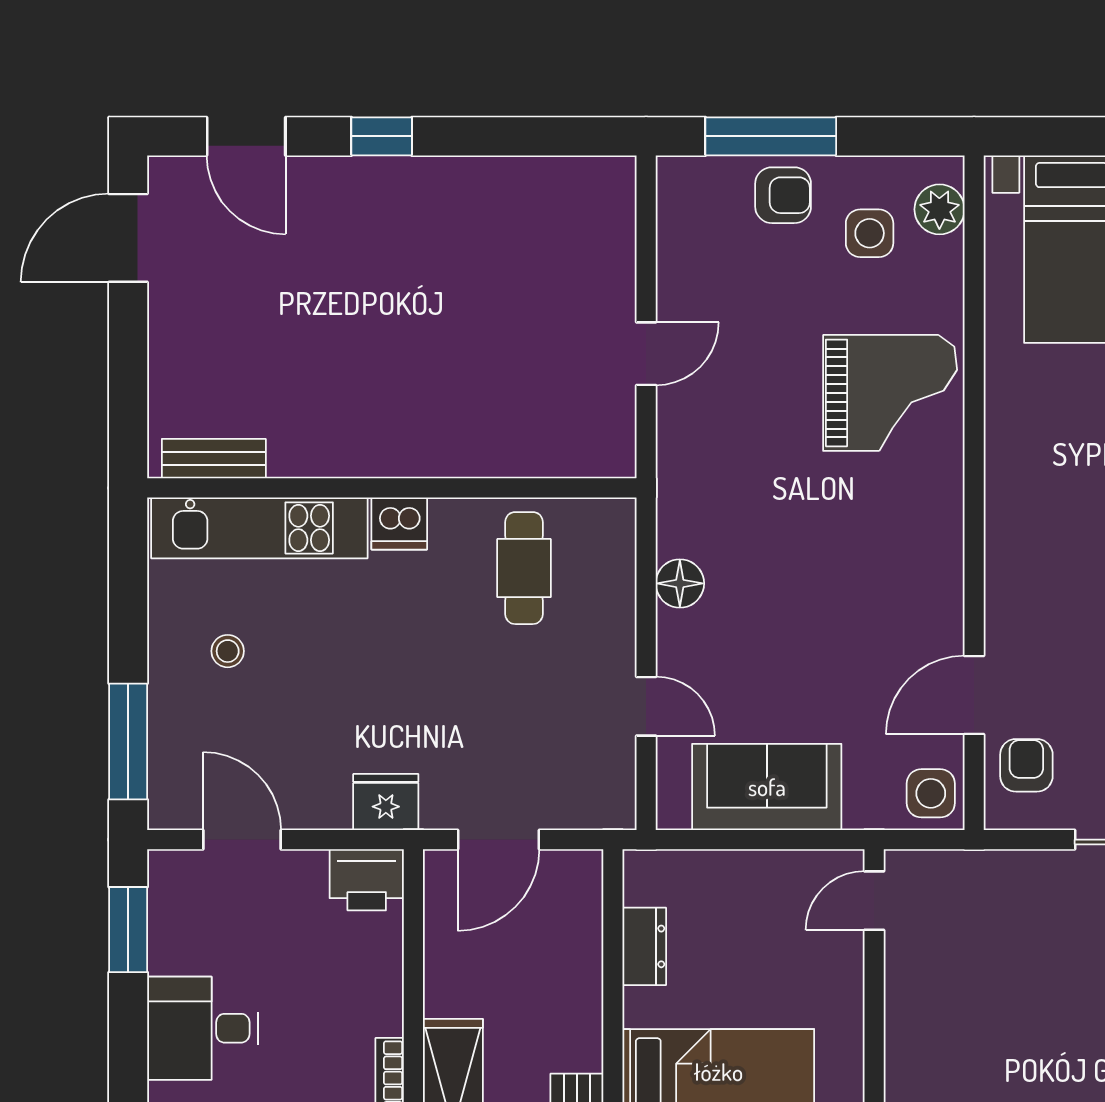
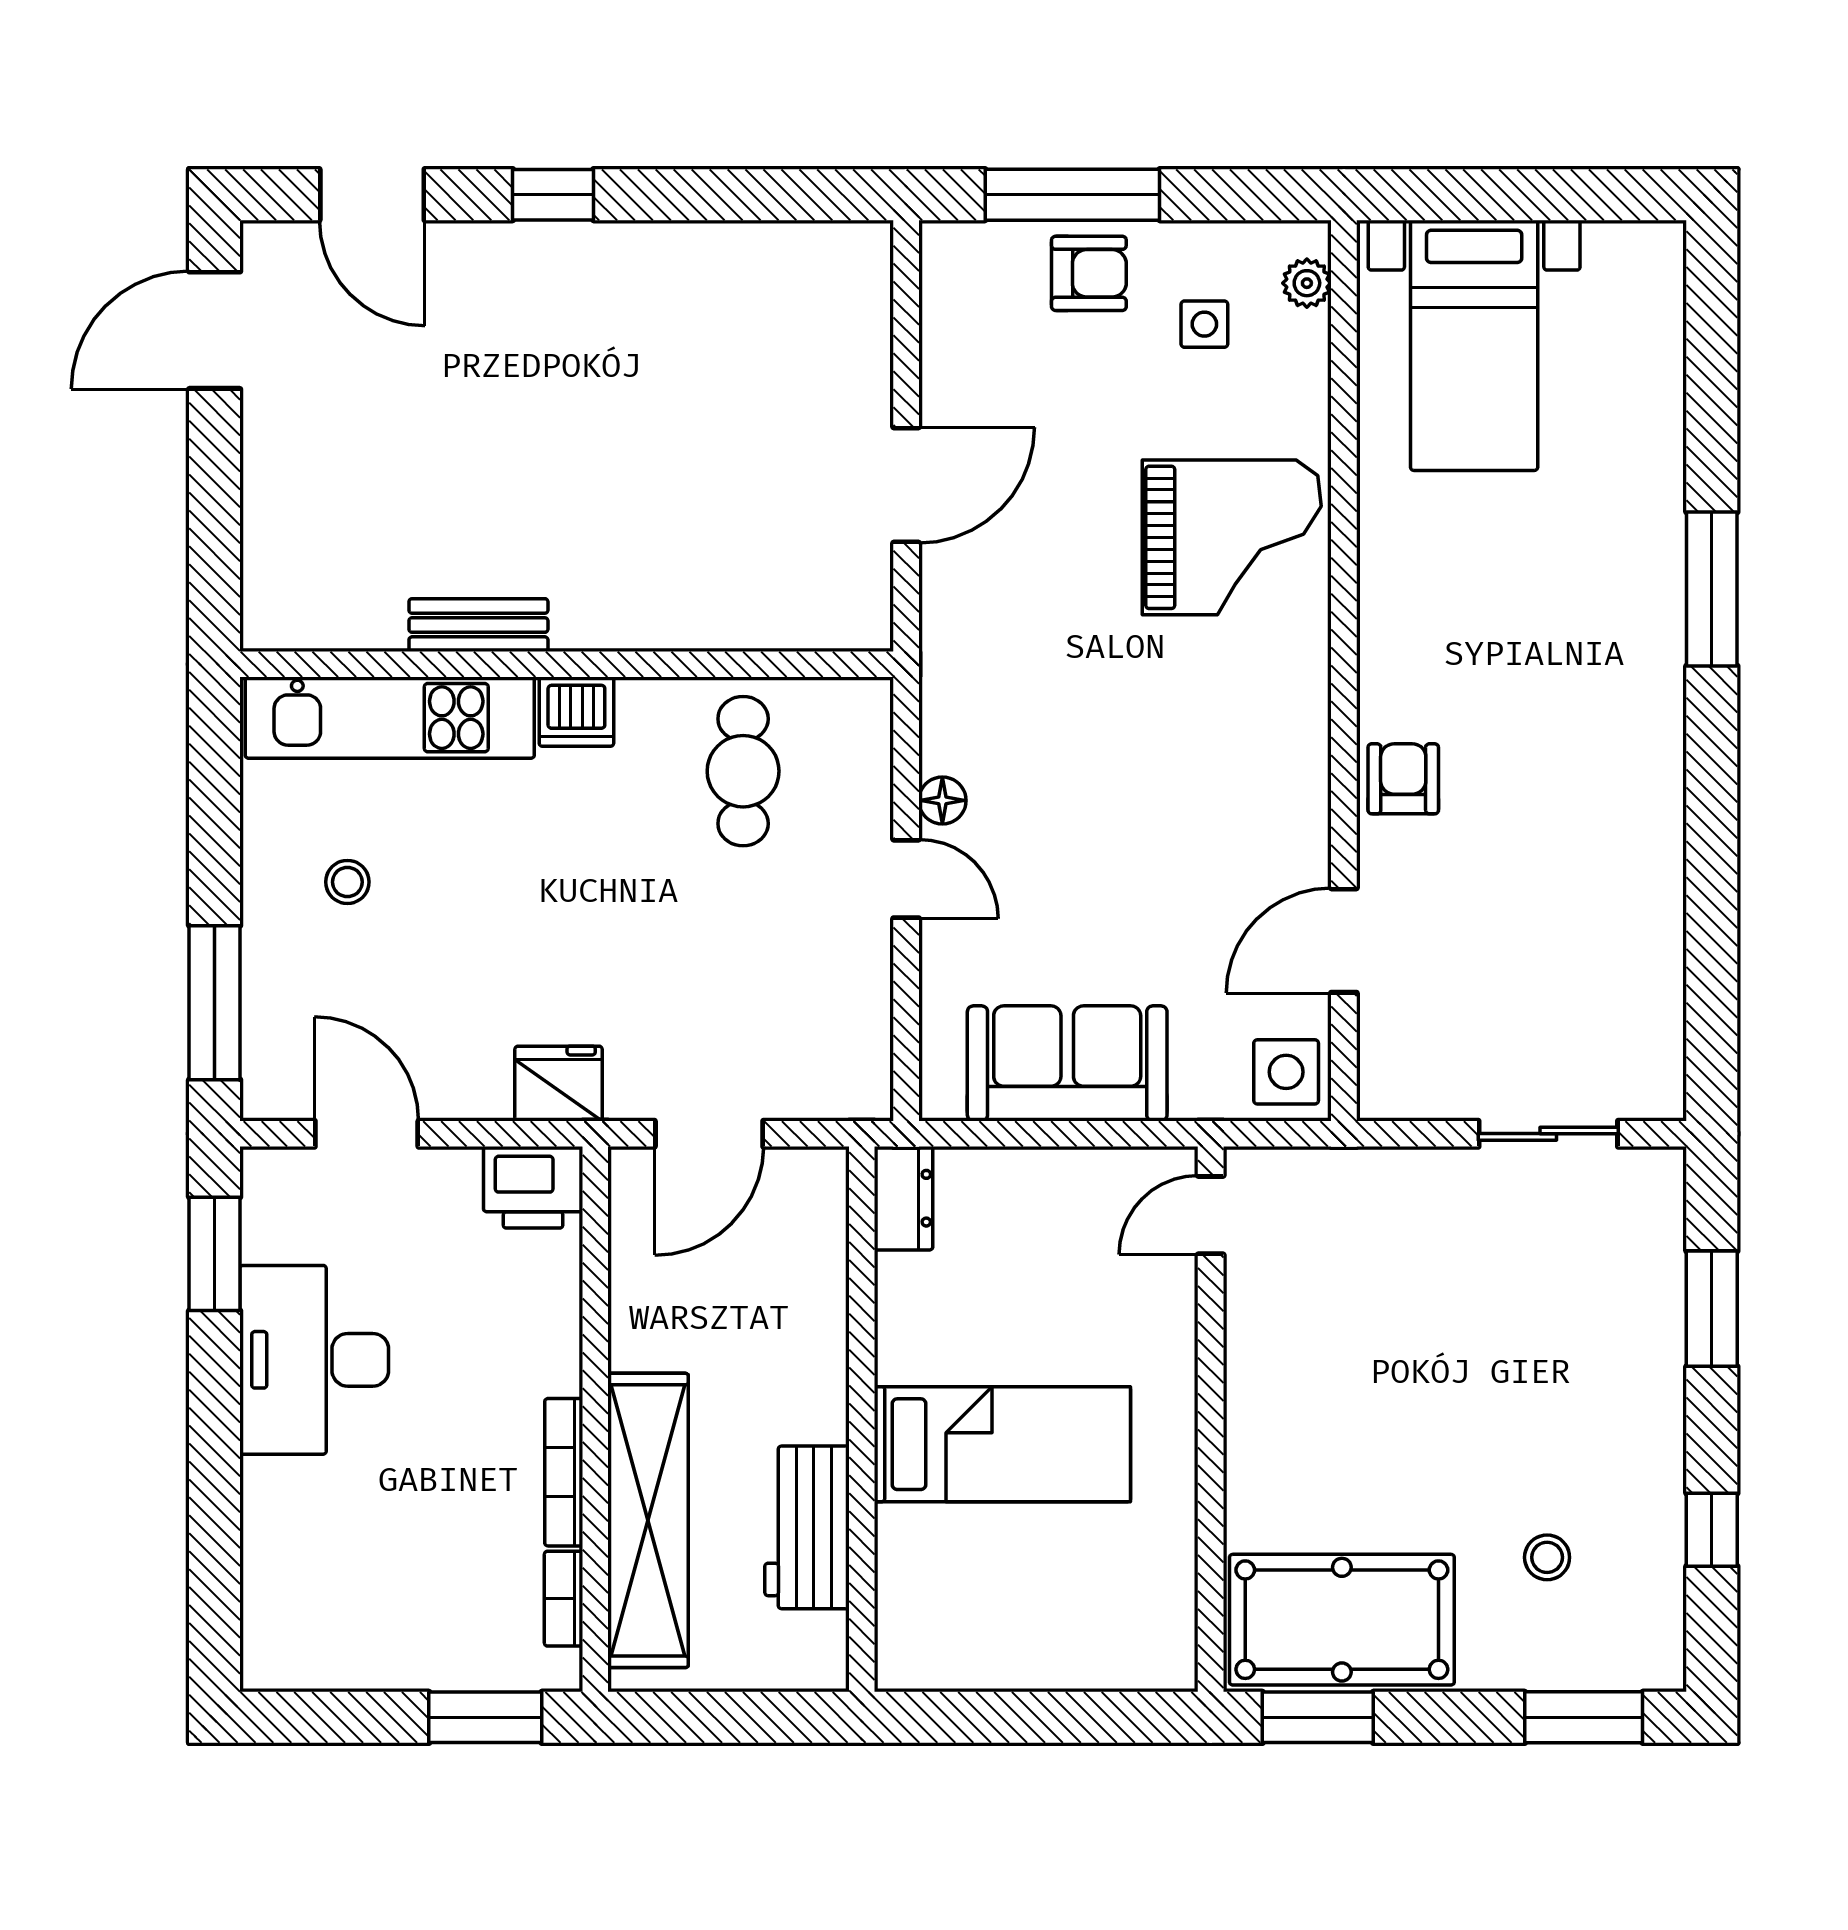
plant: (939, 209) -> (1307, 283), width x0.73, depth x0.73
side table: (870, 233) -> (1204, 324), width x0.73, depth x0.73
door: (646, 354) -> (906, 485), width x1.38
bench: (214, 459) -> (478, 625), moved
floor lamp: (680, 583) -> (942, 800), width x0.73, depth x0.73
door: (646, 706) -> (906, 879), moved
armchair: (1026, 765) -> (1403, 779), moved
dresser: (644, 946) -> (904, 1198), moved
desk: (203, 1028) -> (314, 1360), width x1.37

